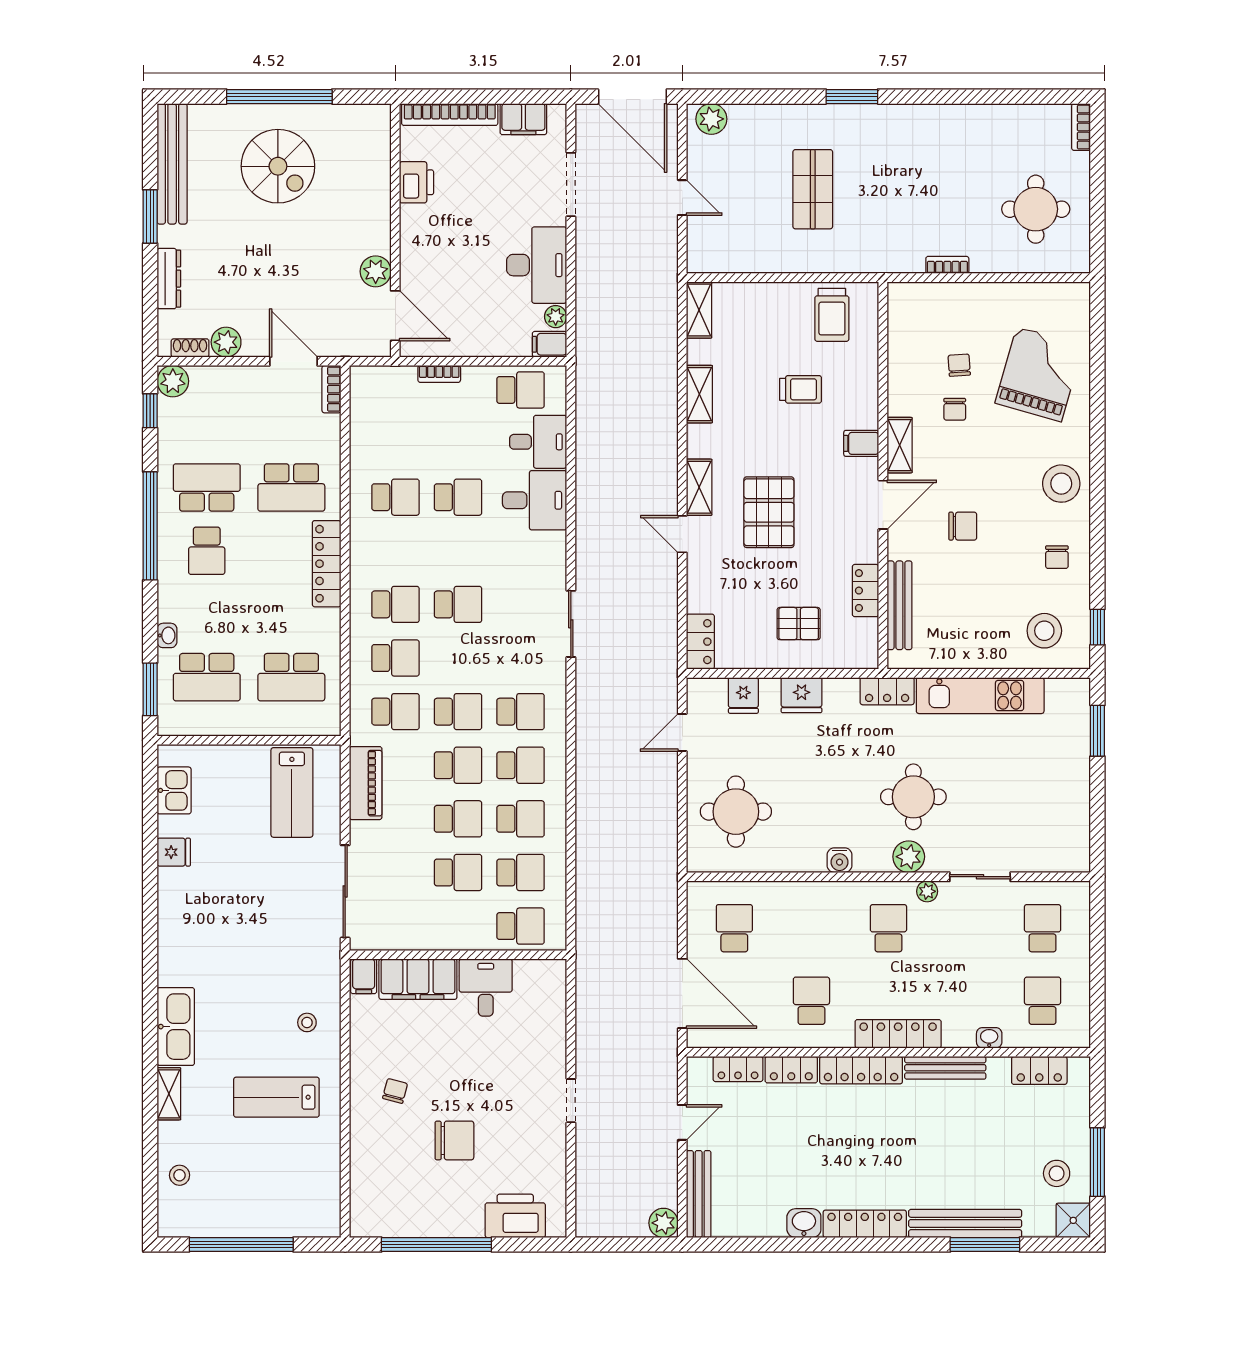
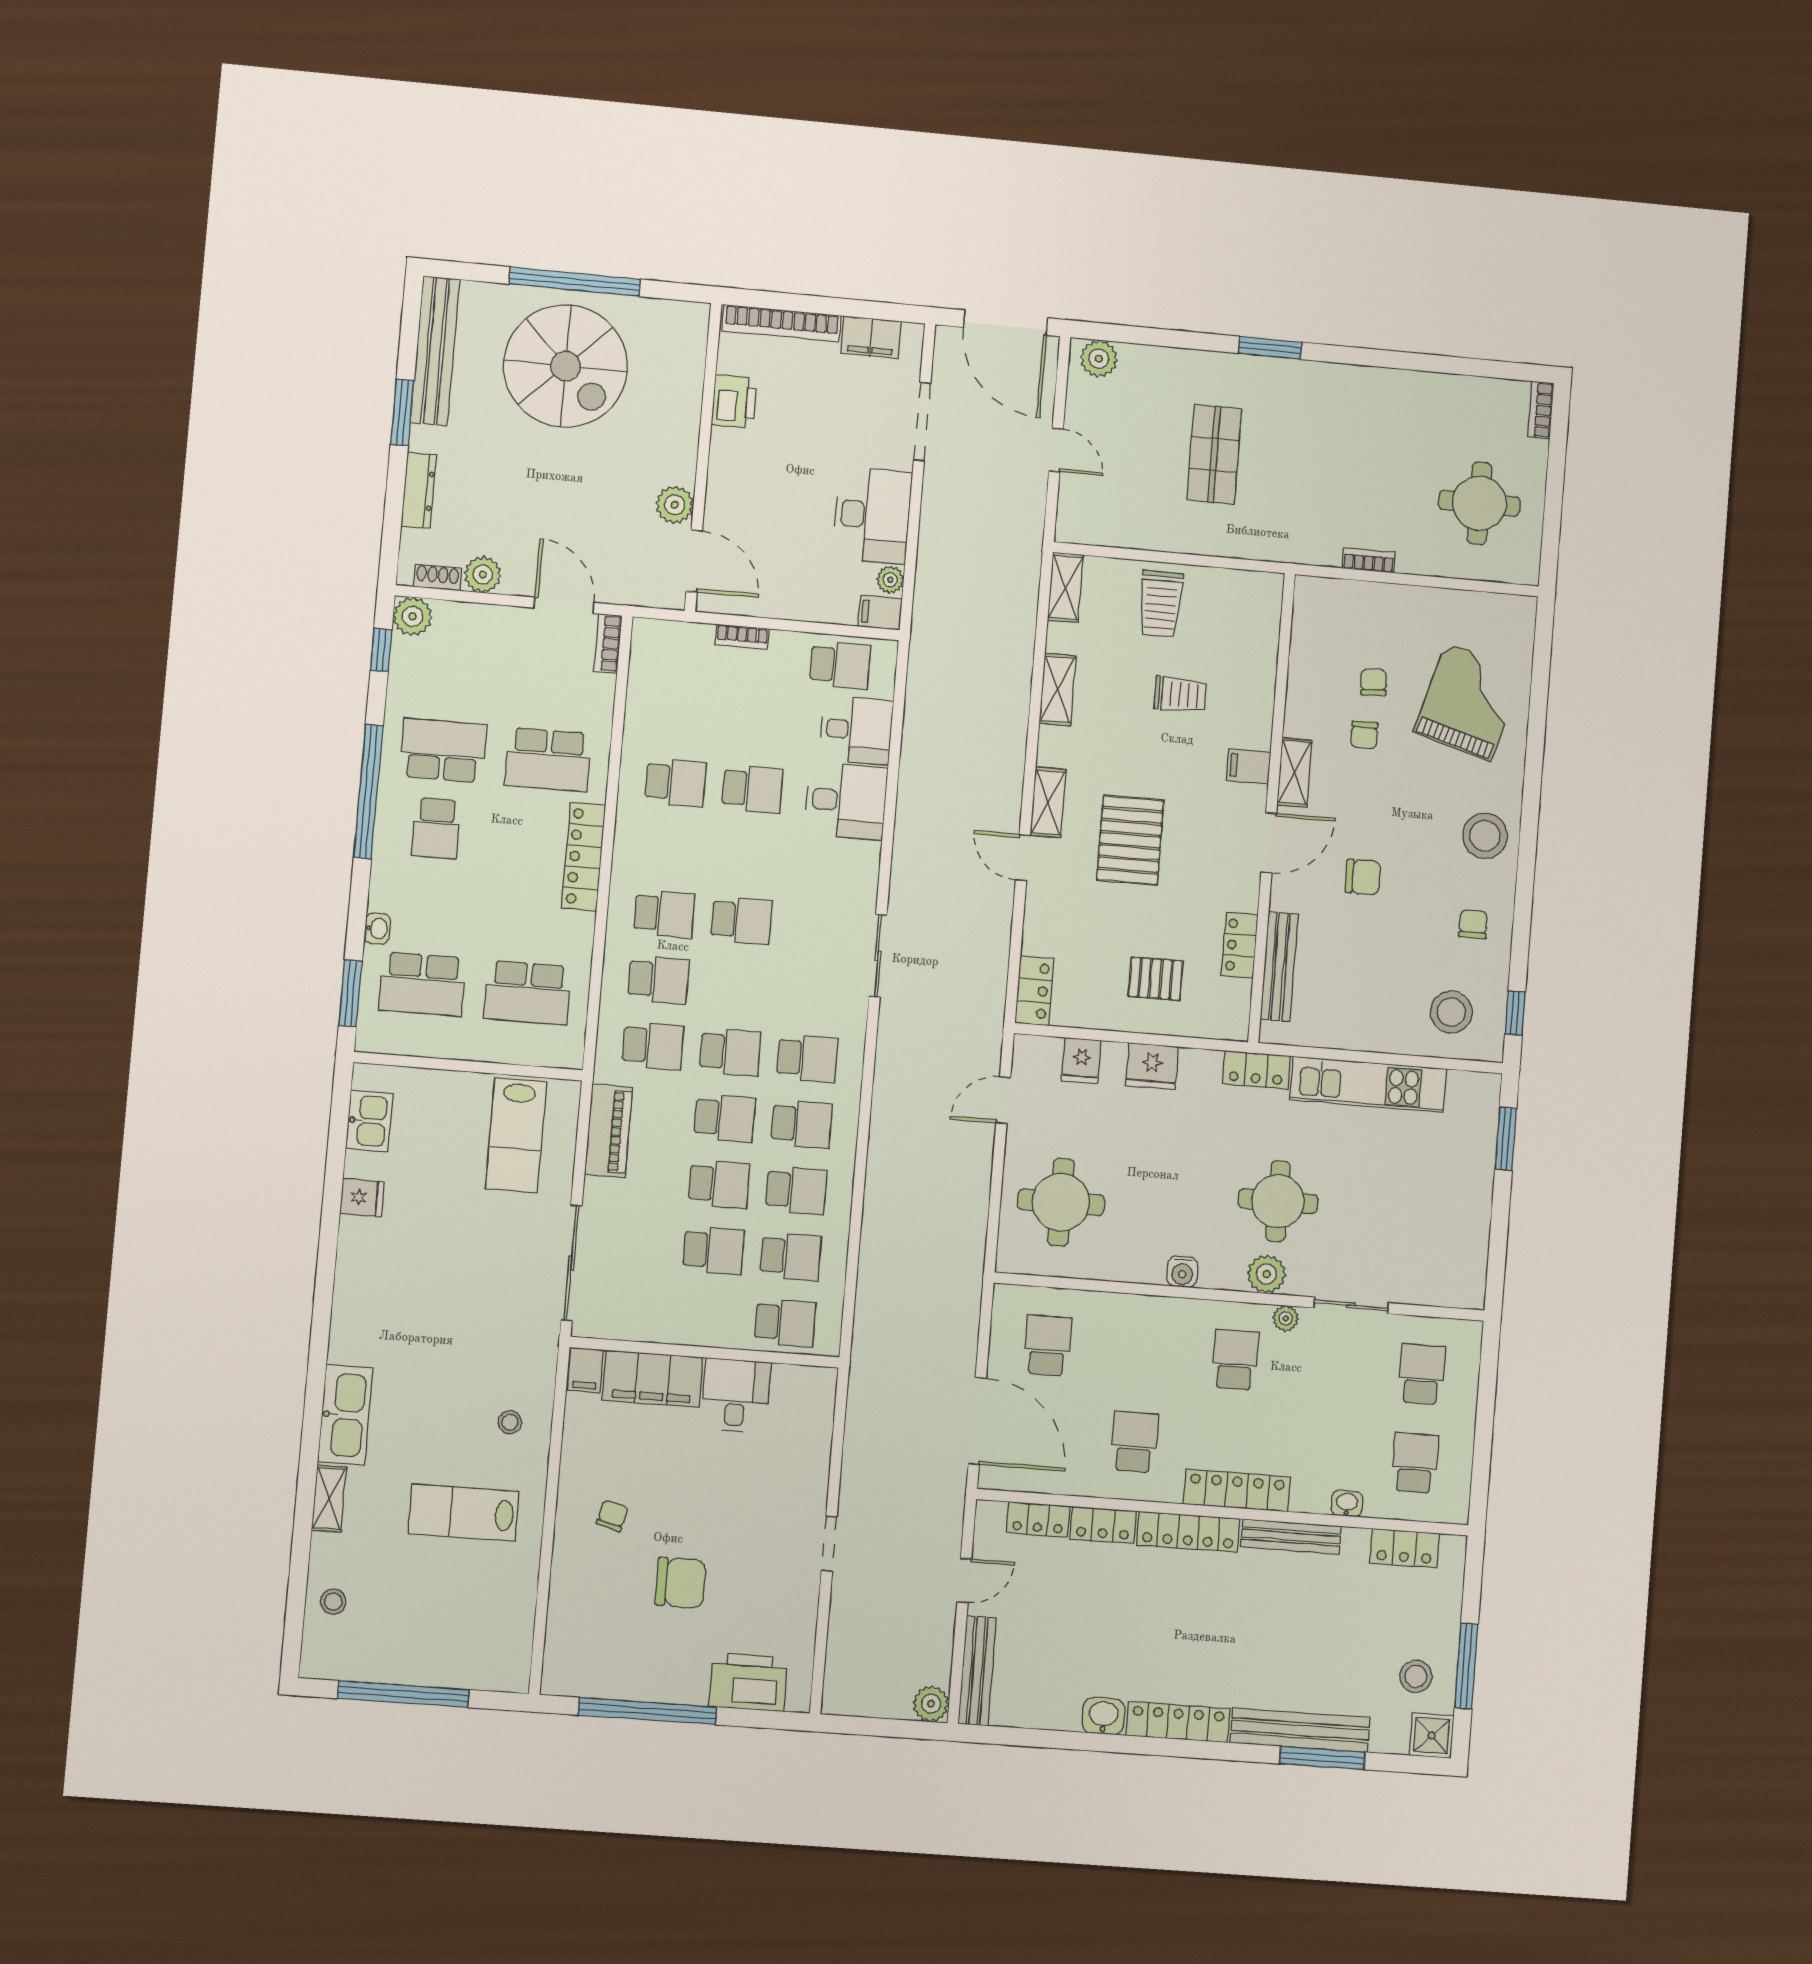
spiral stairs: (278, 166) -> (566, 366), width x1.37, depth x1.37
trolley: (832, 315) -> (1161, 604), moved
chair: (1057, 557) -> (1473, 924), turned 180

